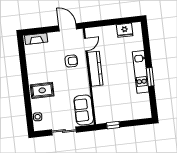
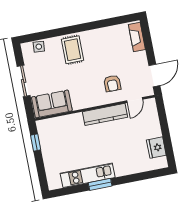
door: (86, 44) -> (135, 100), hinge flipped
kitchen unit: (141, 72) -> (88, 175), moved

